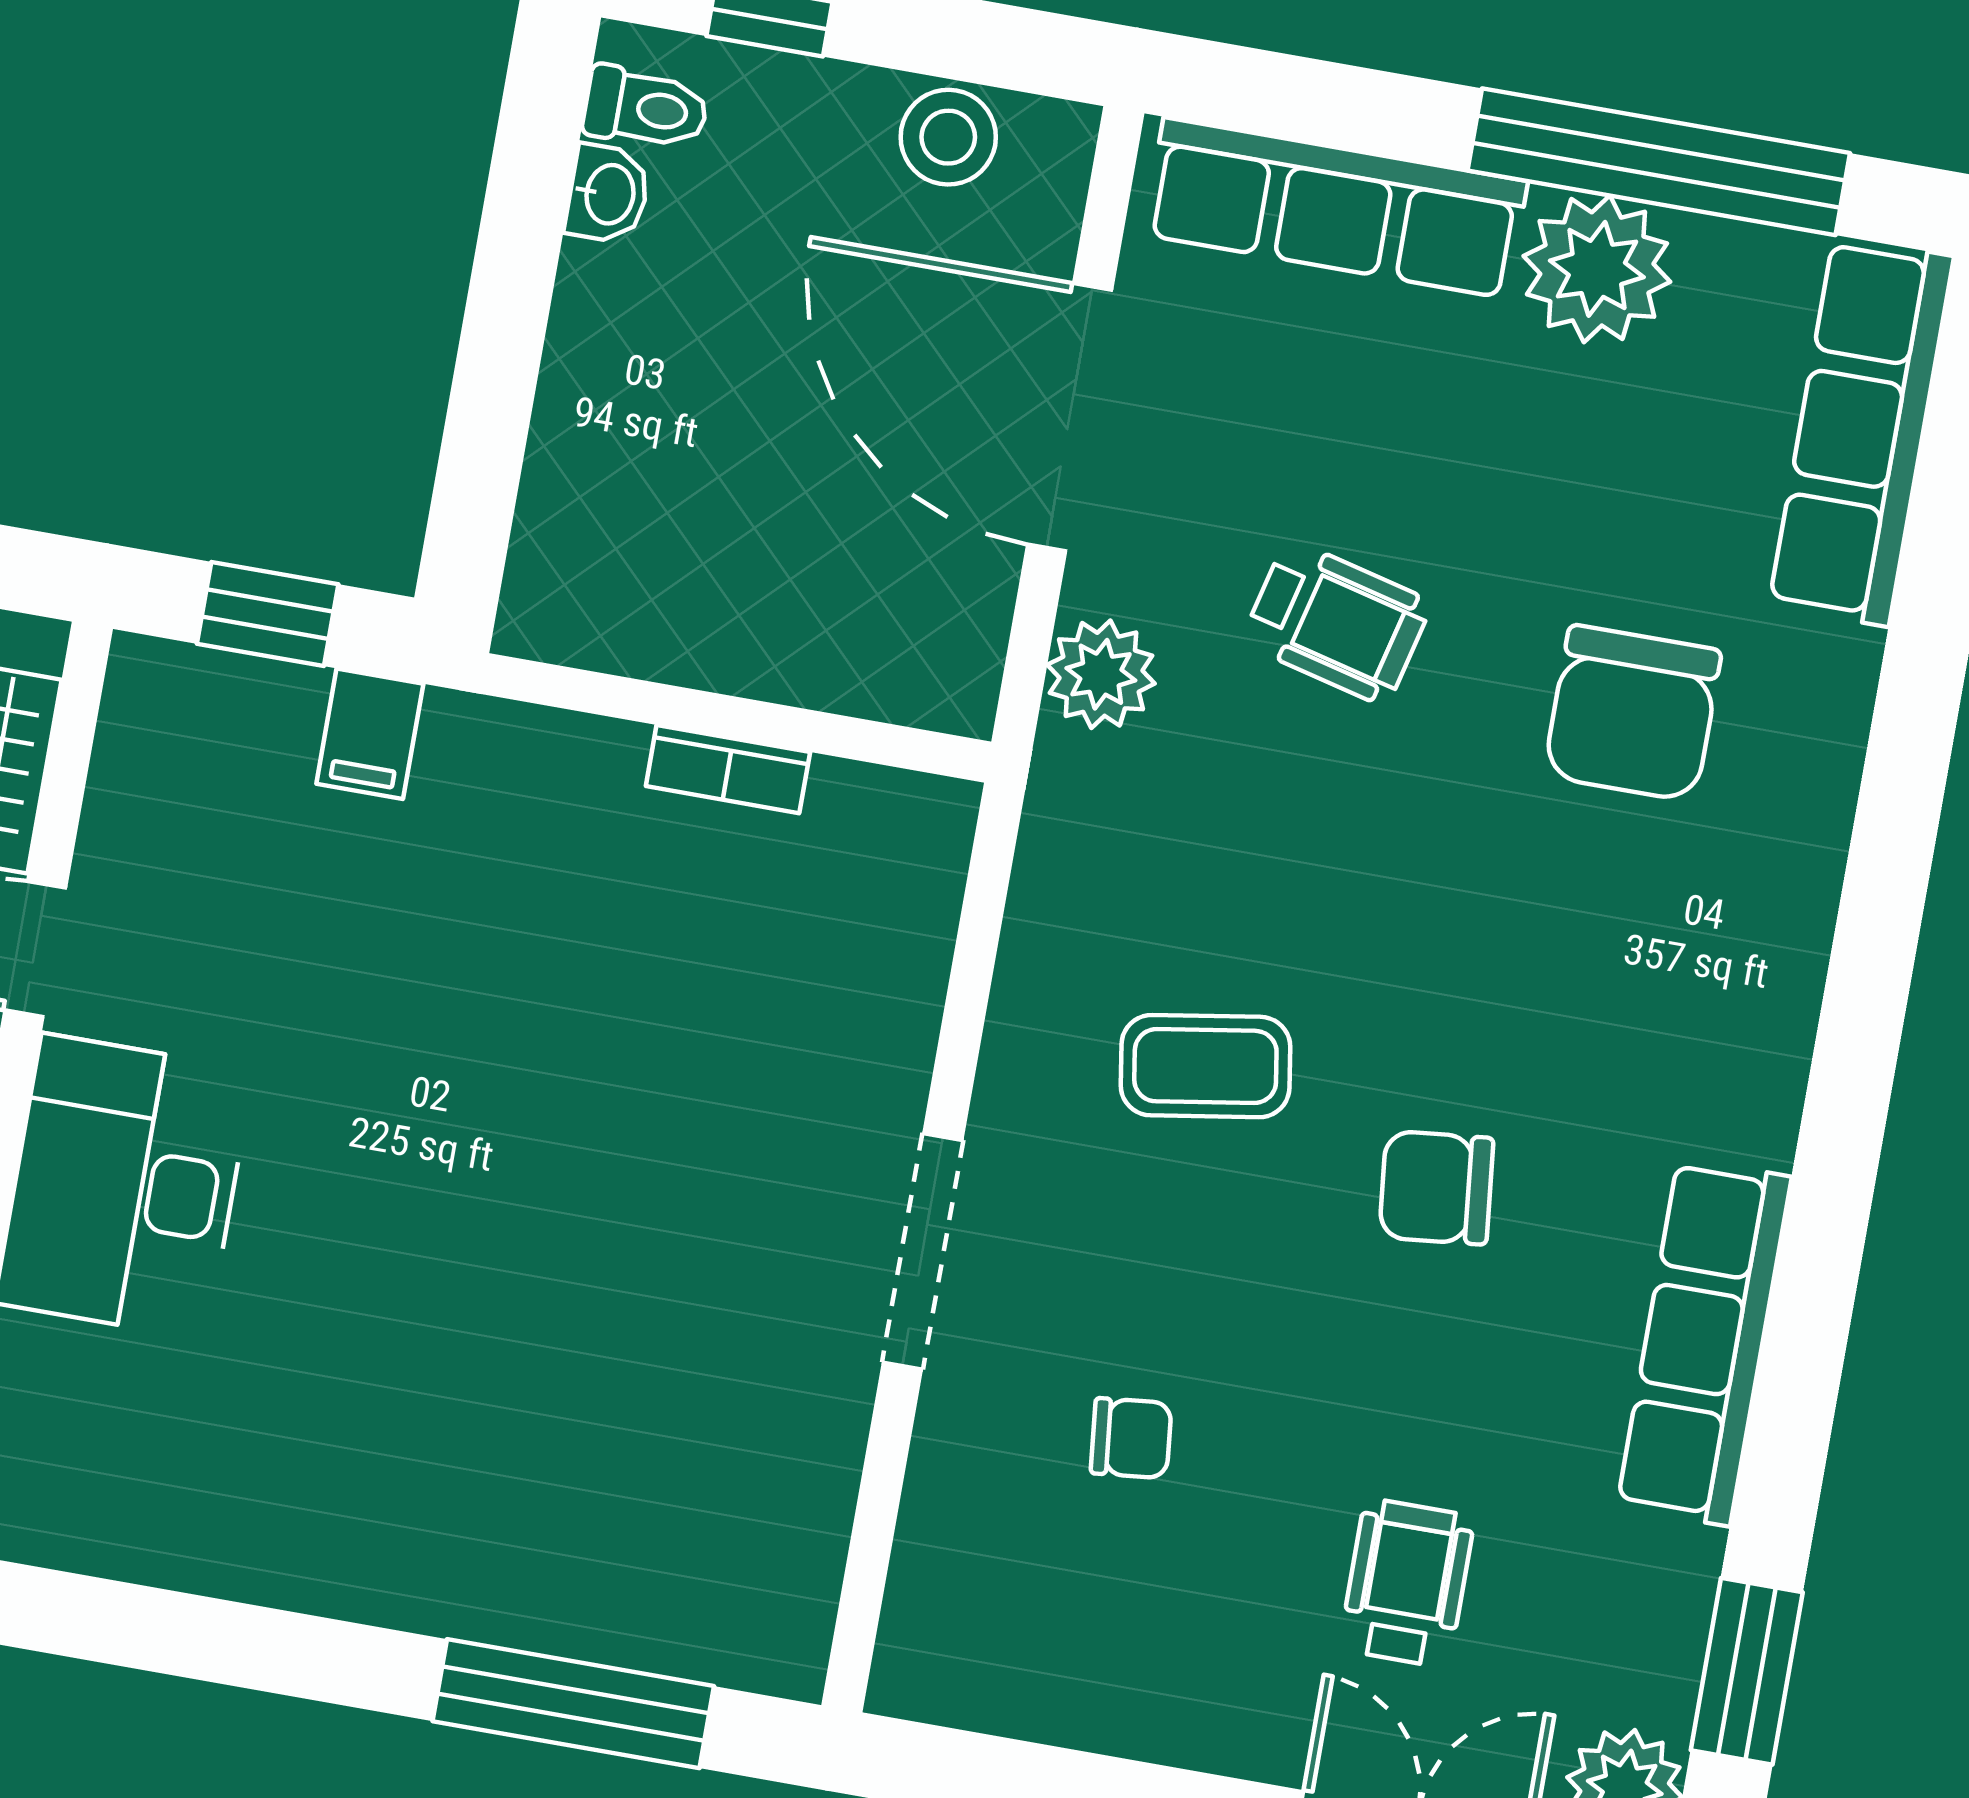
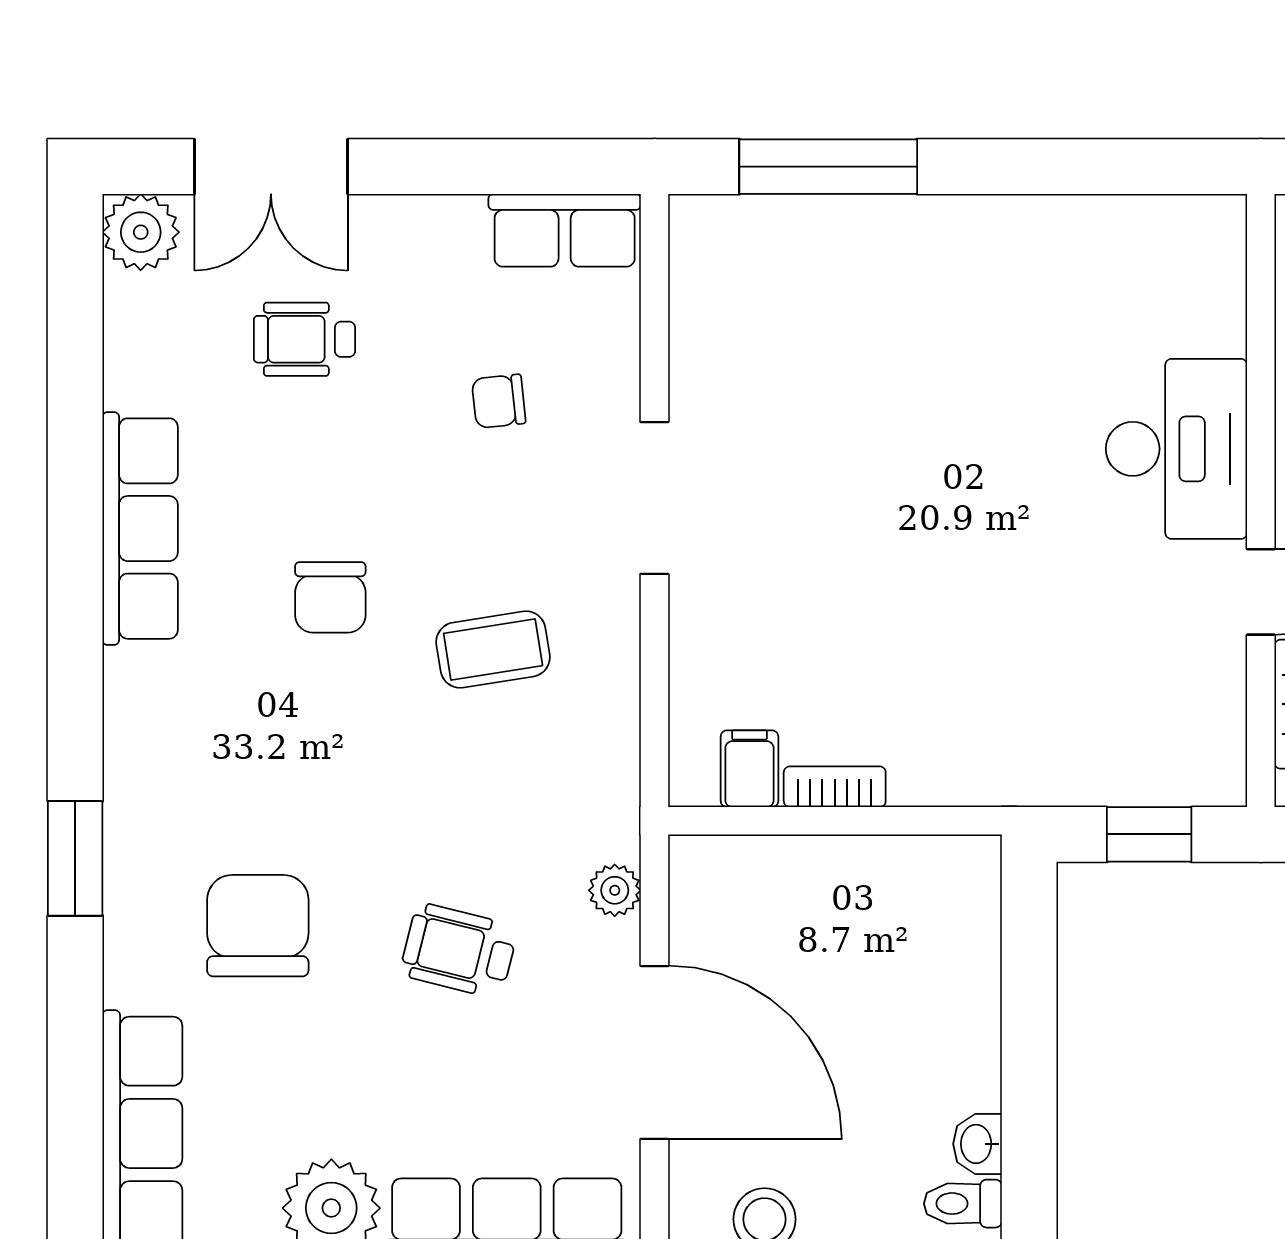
plant: (1101, 674) -> (615, 890), width x0.73, depth x0.73
filing cabinet: (370, 734) -> (749, 769), moved
chair: (1436, 1188) -> (330, 597), turned 96
wheelchair: (1407, 1583) -> (304, 339), turned 90
window: (1747, 1671) -> (75, 858), moved
row of seats: (987, 1678) -> (565, 230), added

